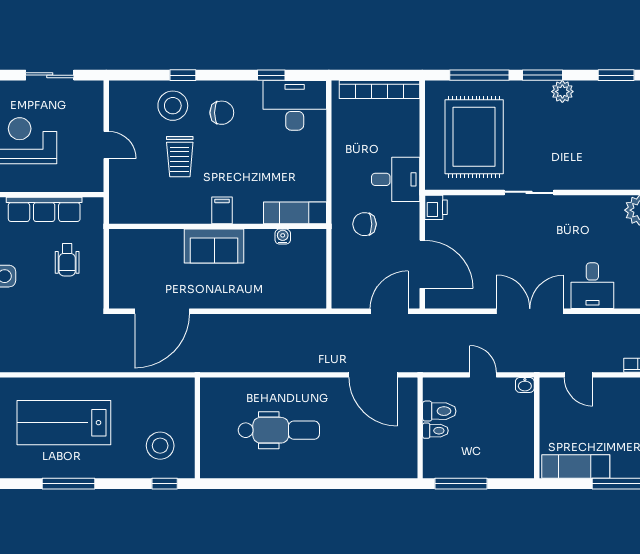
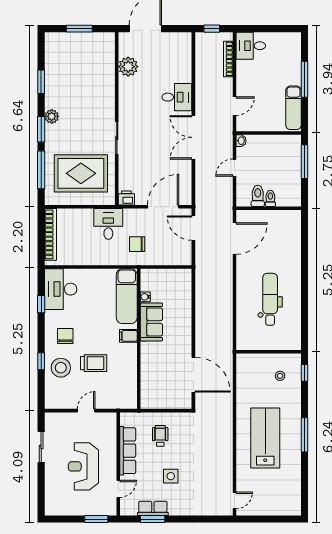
exam couch: (295, 213) -> (127, 296), width x1.36, depth x1.45
chair: (365, 224) -> (137, 244), turned 90
sofa: (214, 246) -> (151, 322), moved
wheelchair: (67, 260) -> (160, 436), turned -90
lab bench: (64, 423) -> (265, 438), turned 180
stool: (160, 446) -> (280, 376), width x0.53, depth x0.53
window: (461, 484) -> (305, 162), moved

